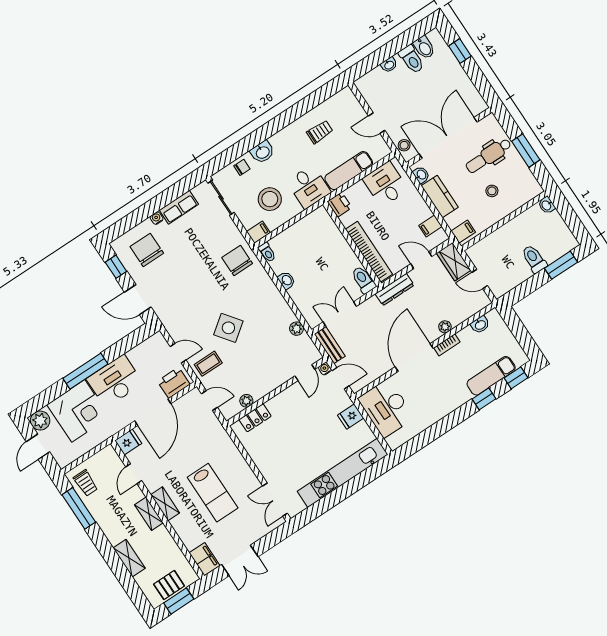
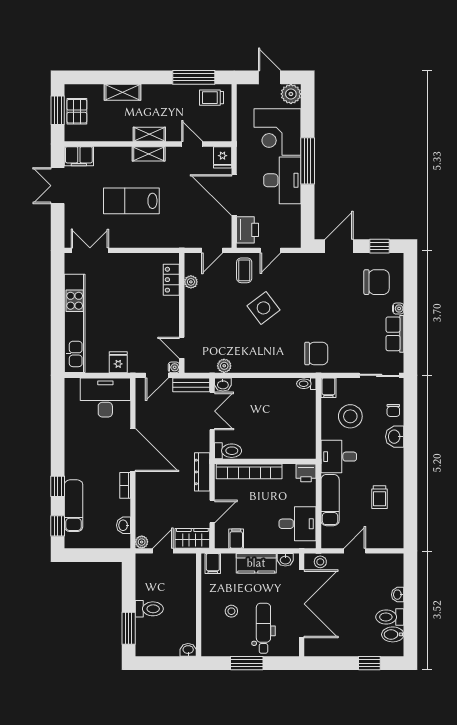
washbasin: (286, 280) -> (223, 384), moved
plant: (445, 327) -> (142, 542), moved

